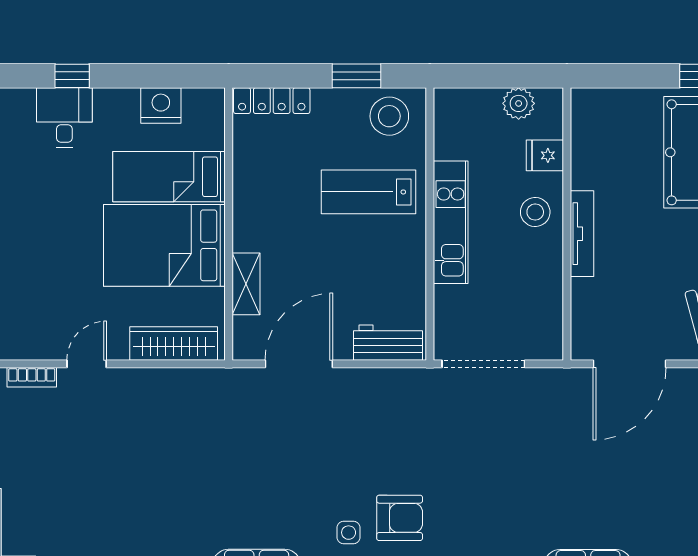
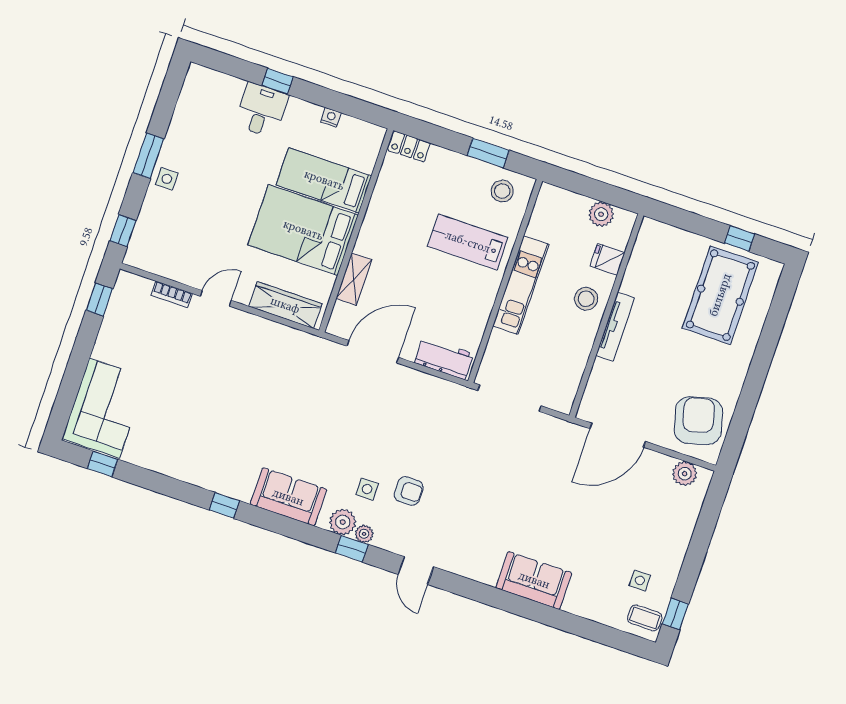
locker: (272, 101) -> (409, 147), width x0.66
nightstand: (161, 105) -> (331, 117), width x0.53, depth x0.56
stool: (389, 116) -> (502, 191), width x0.73, depth x0.73
armchair: (400, 518) -> (409, 491), width x0.72, depth x0.72

